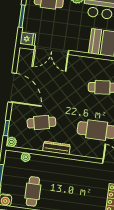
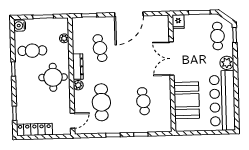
double door: (52, 50) -> (172, 59), moved
plant: (11, 142) -> (78, 85), moved
round table: (63, 175) -> (53, 77), added

